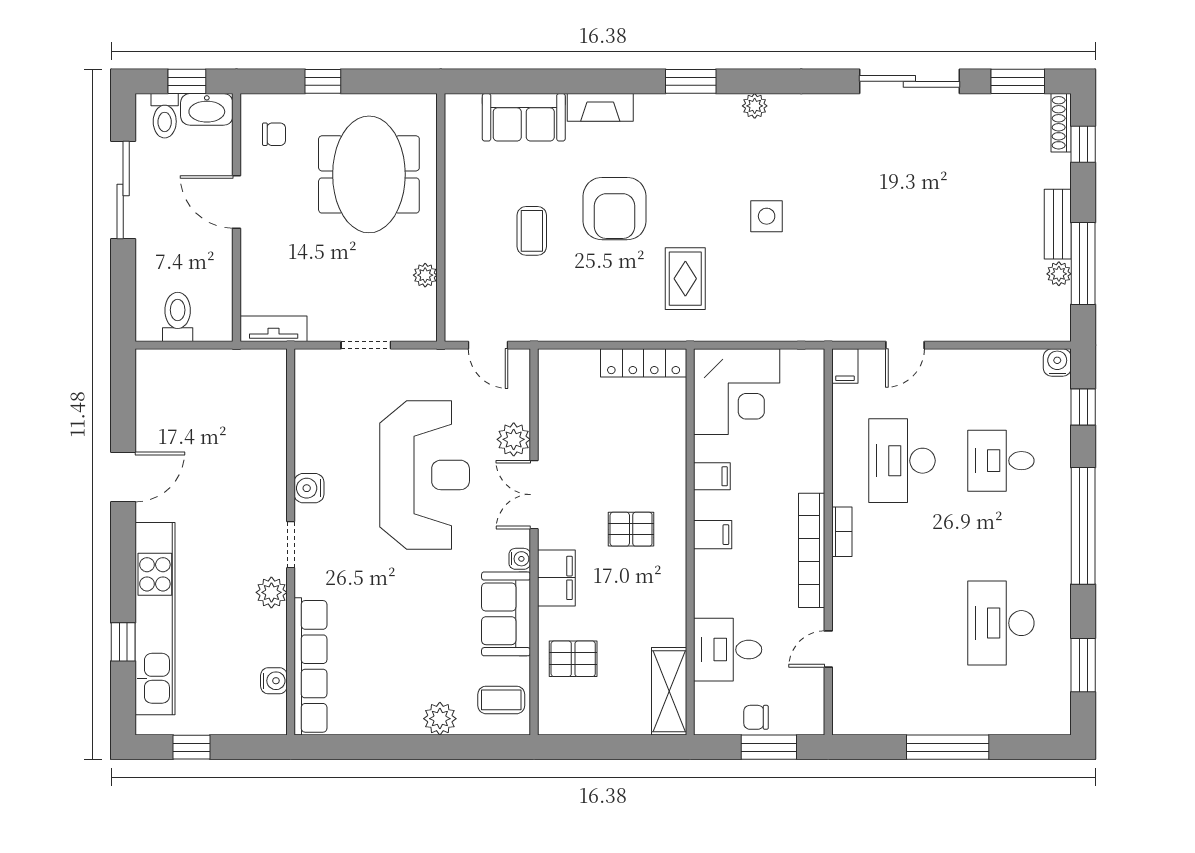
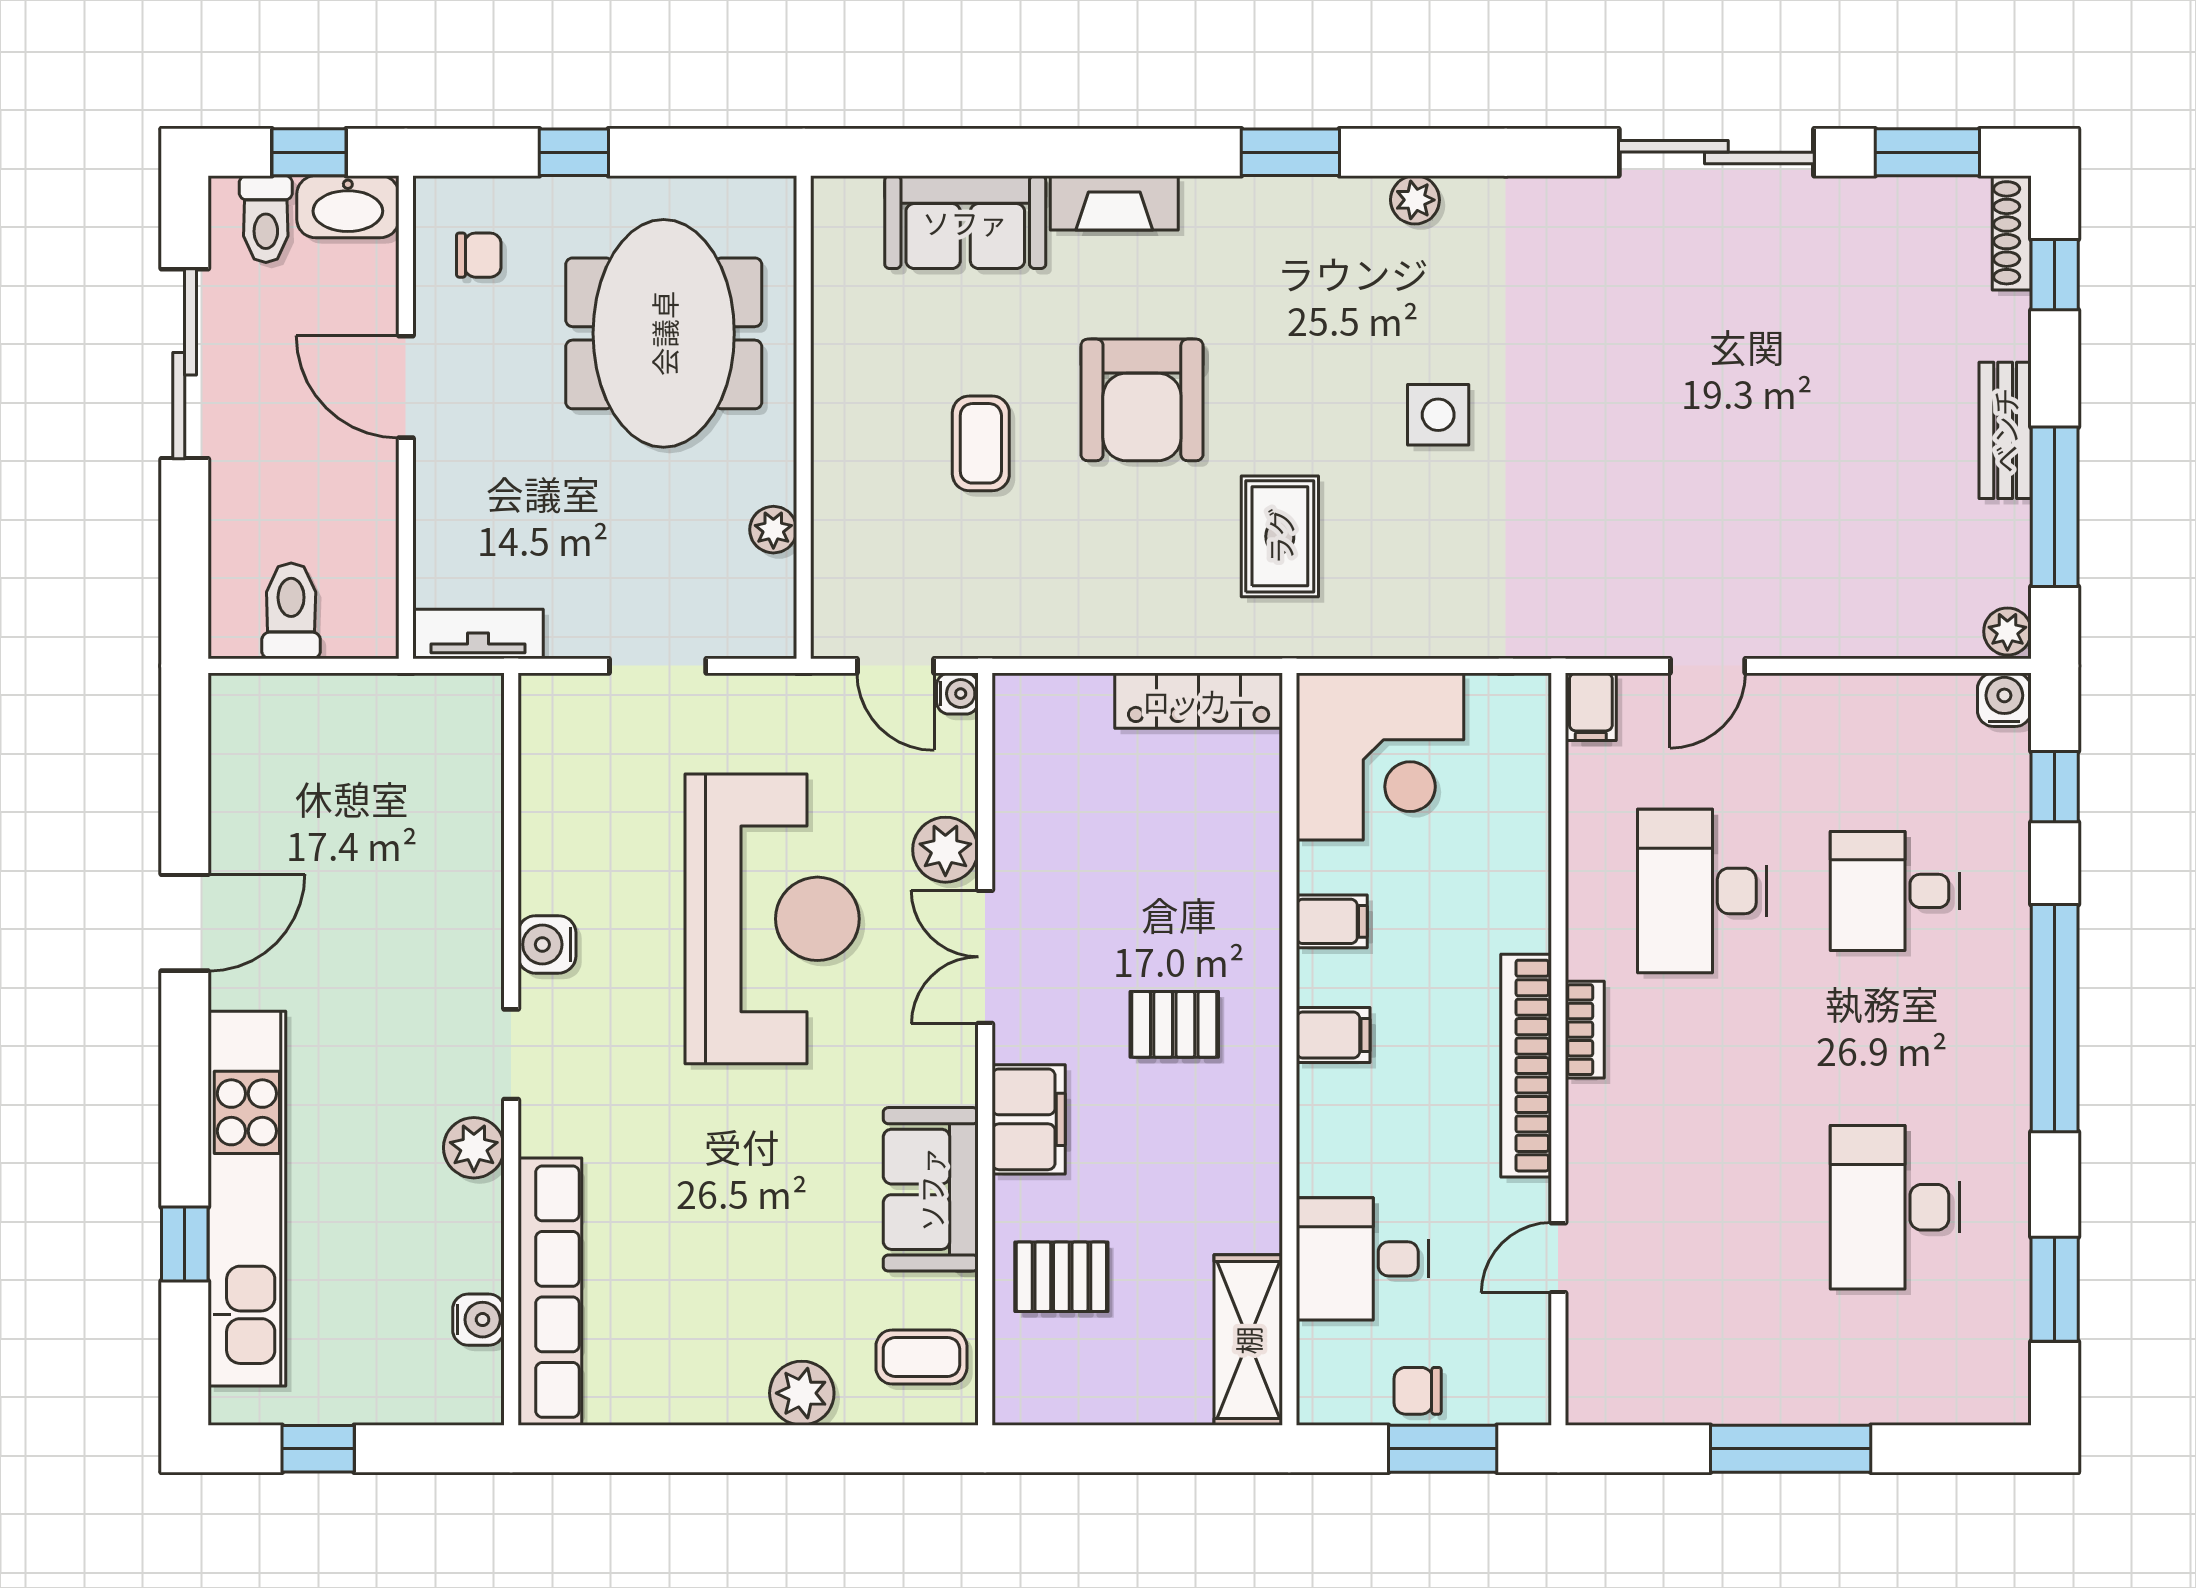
plant: (1059, 274) -> (2007, 631), moved
water cooler: (520, 559) -> (957, 694), moved

